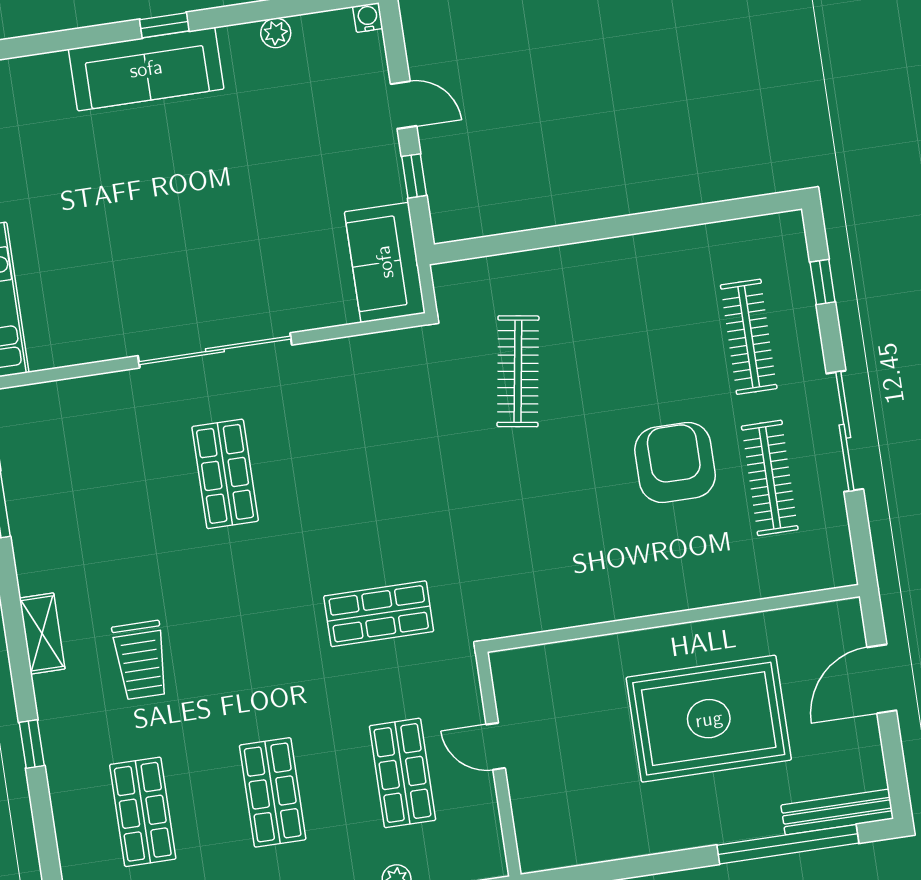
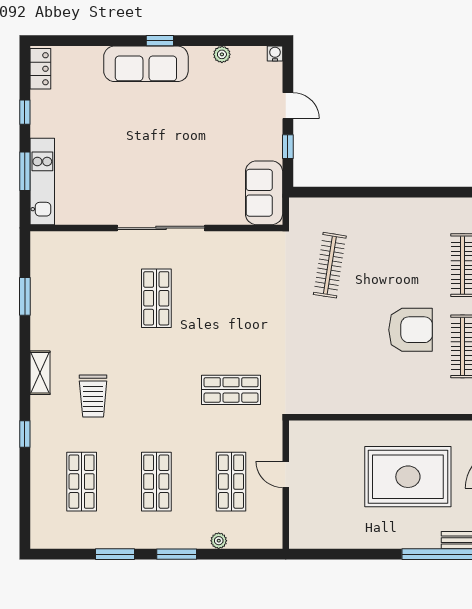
armchair: (675, 462) -> (411, 330), turned 90

